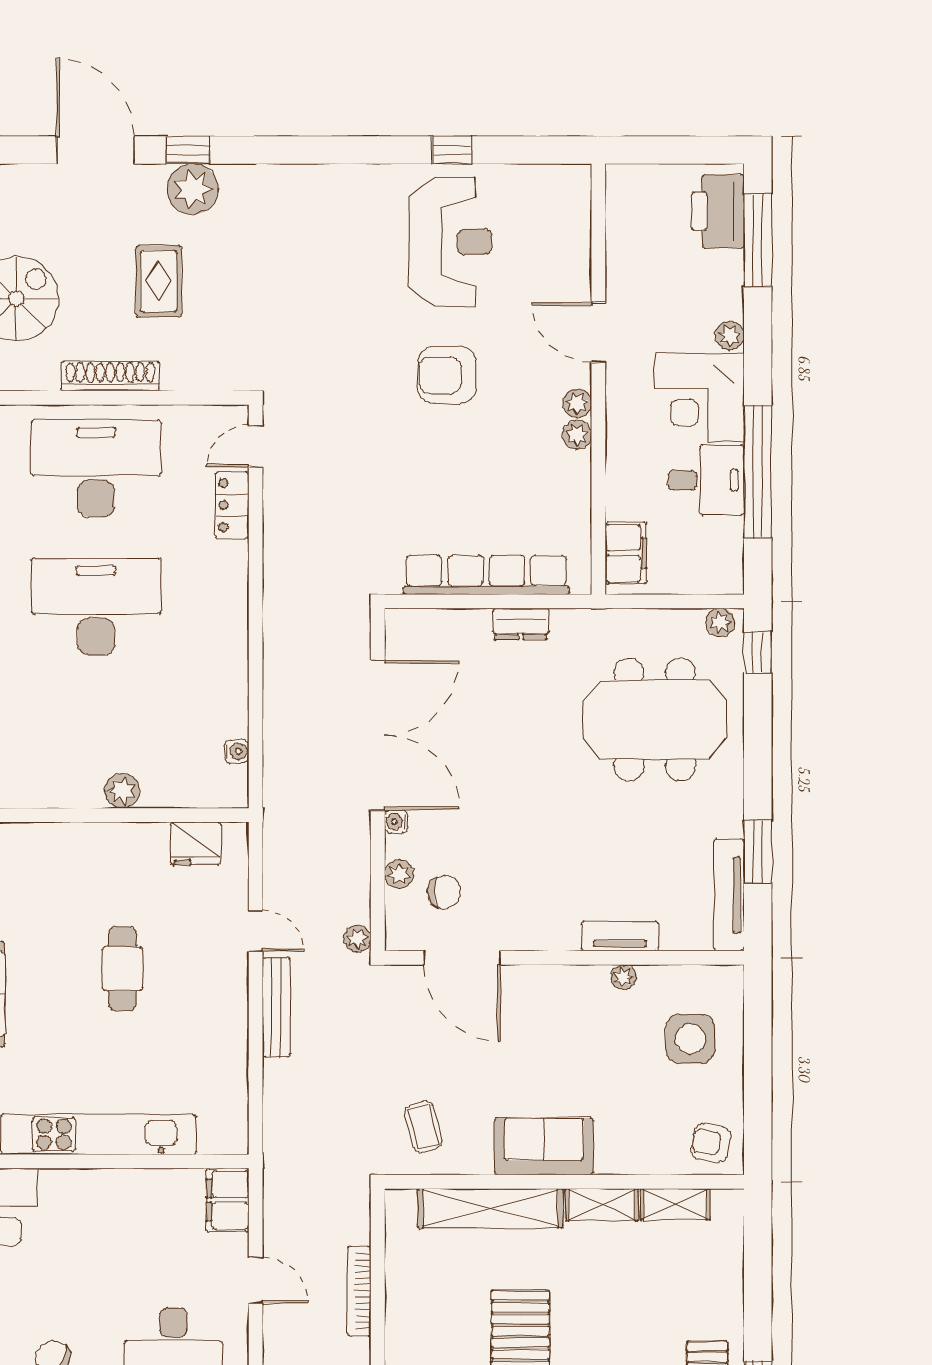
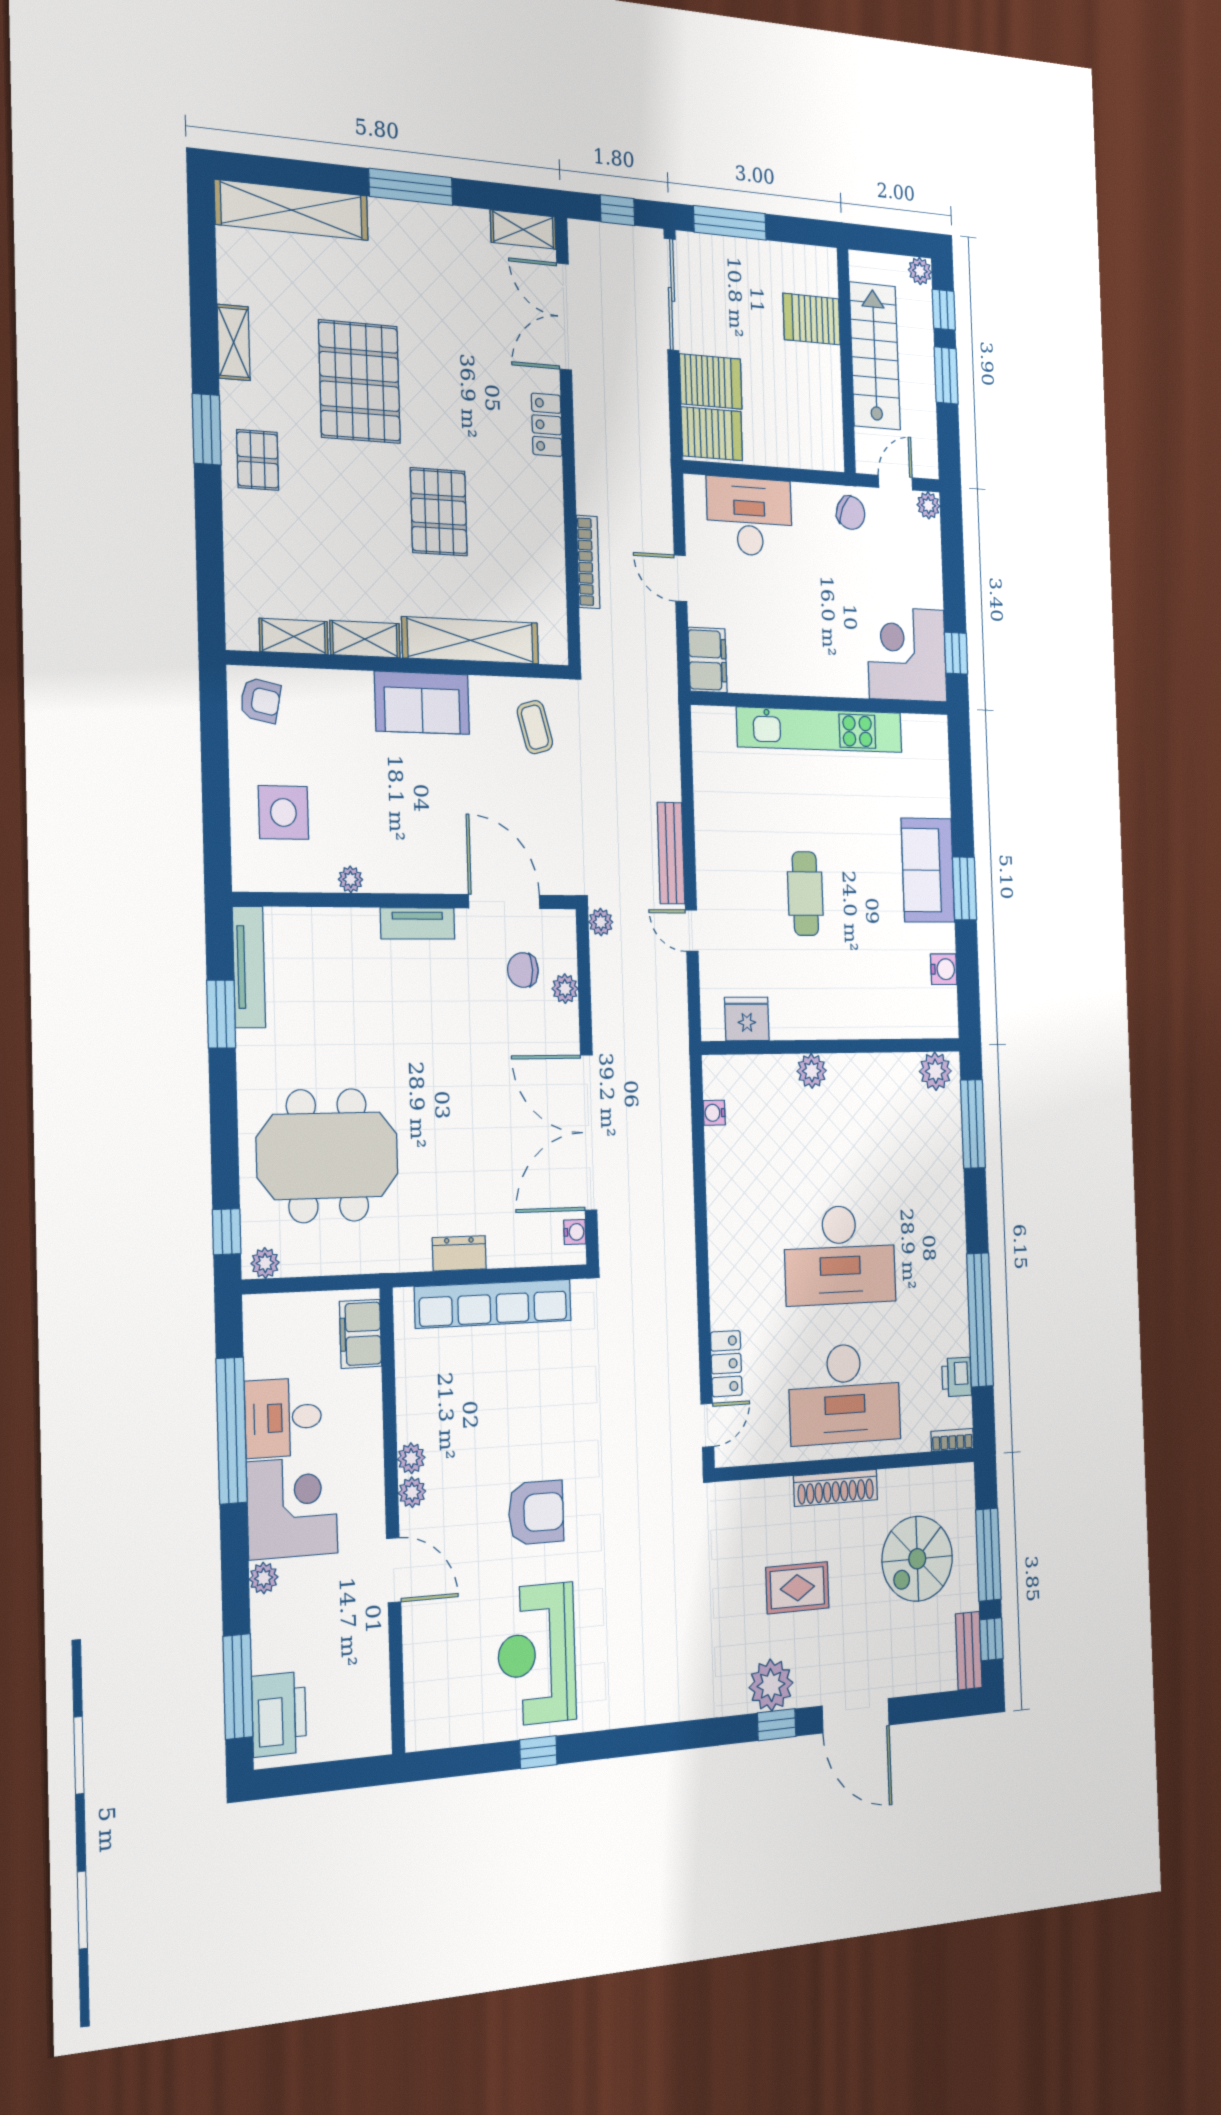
rug: (159, 281) -> (797, 1588), turned 90
water cooler: (396, 822) -> (575, 1232), moved
tv unit: (620, 936) -> (418, 923), moved

